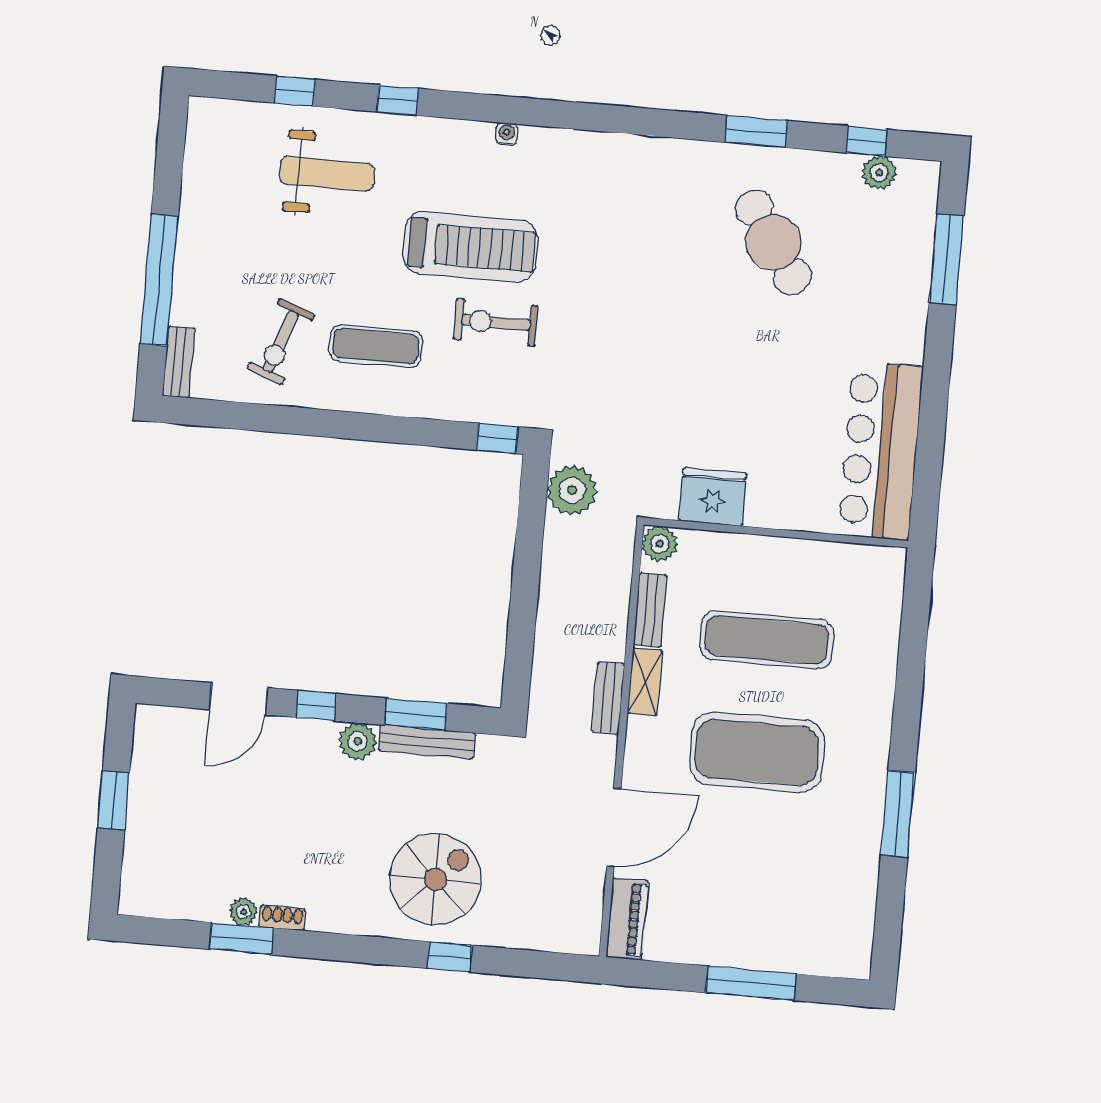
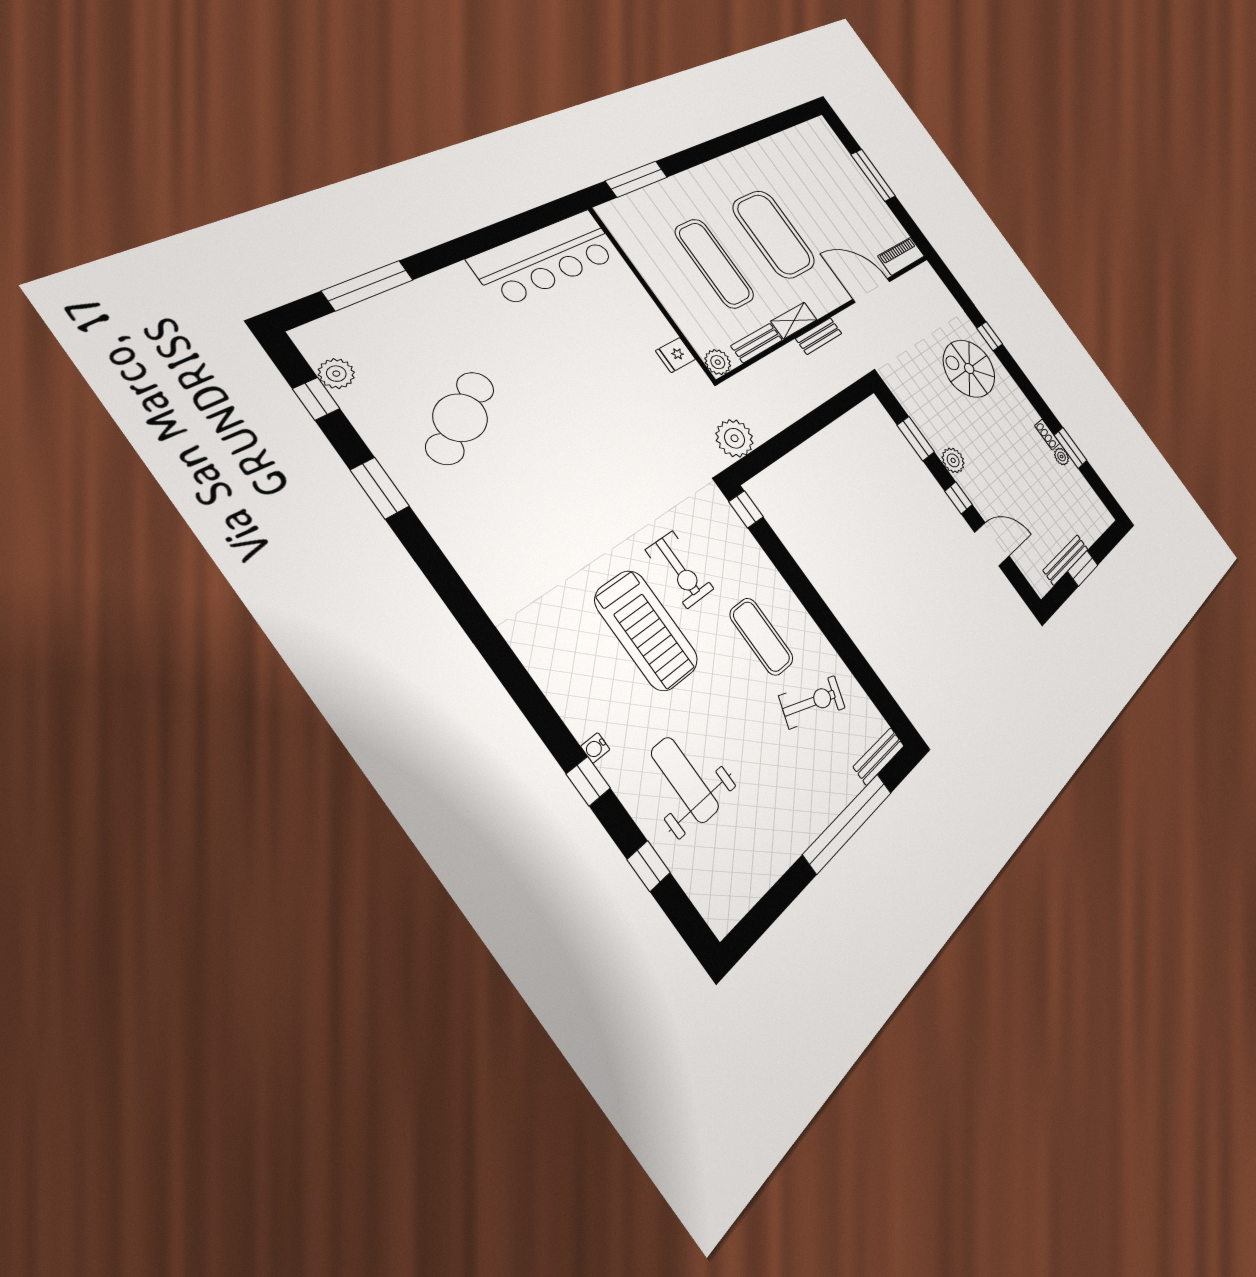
water cooler: (507, 134) -> (595, 748), moved
treadmill: (470, 247) -> (646, 630), turned 180
fridge: (713, 497) -> (676, 355), width x0.53, depth x0.75
bench: (427, 742) -> (1066, 560), moved, turned 90
window: (898, 814) -> (637, 179), moved

